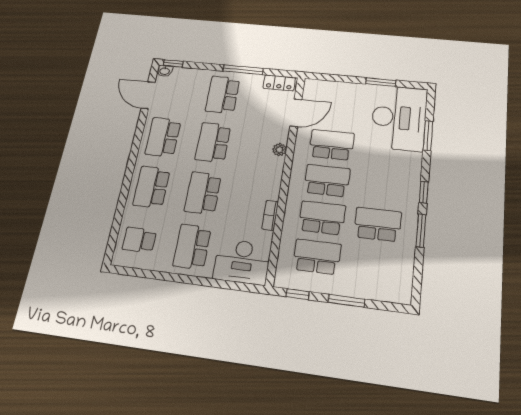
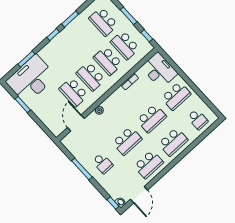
locker: (279, 83) -> (70, 146), removed
school desk: (223, 95) -> (103, 163), width x0.54
door: (296, 113) -> (76, 123), hinge flipped
school desk: (378, 224) -> (103, 22), moved

